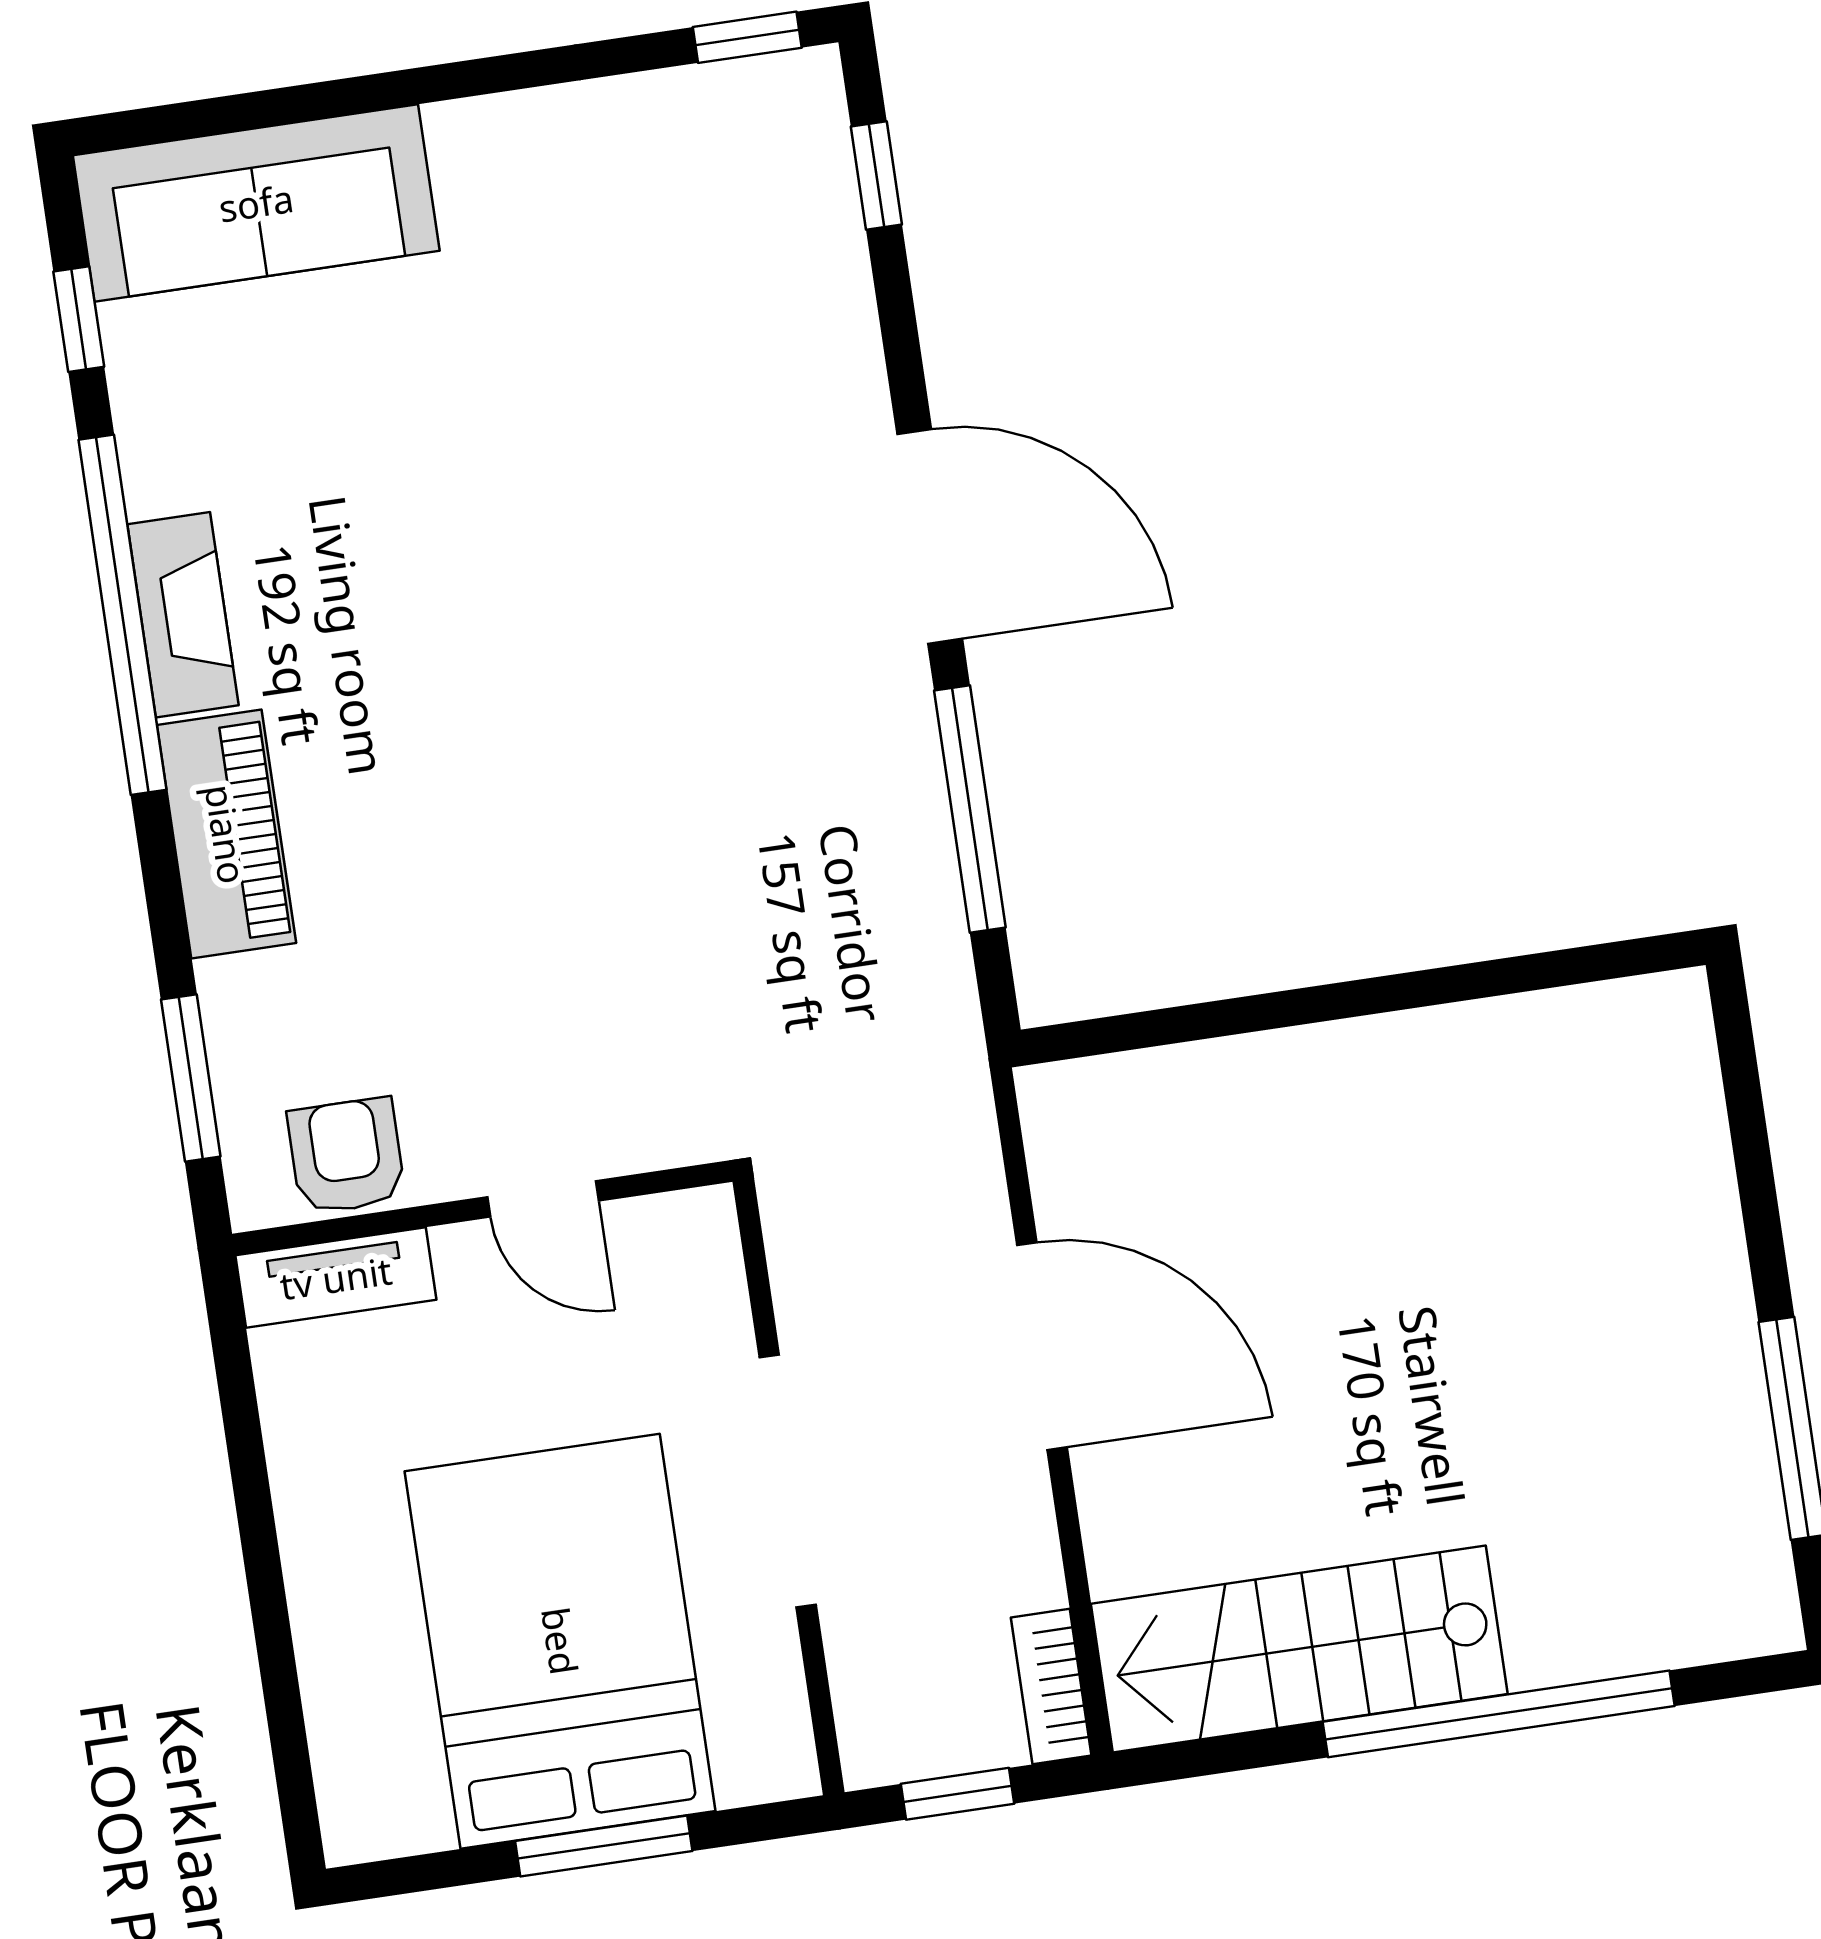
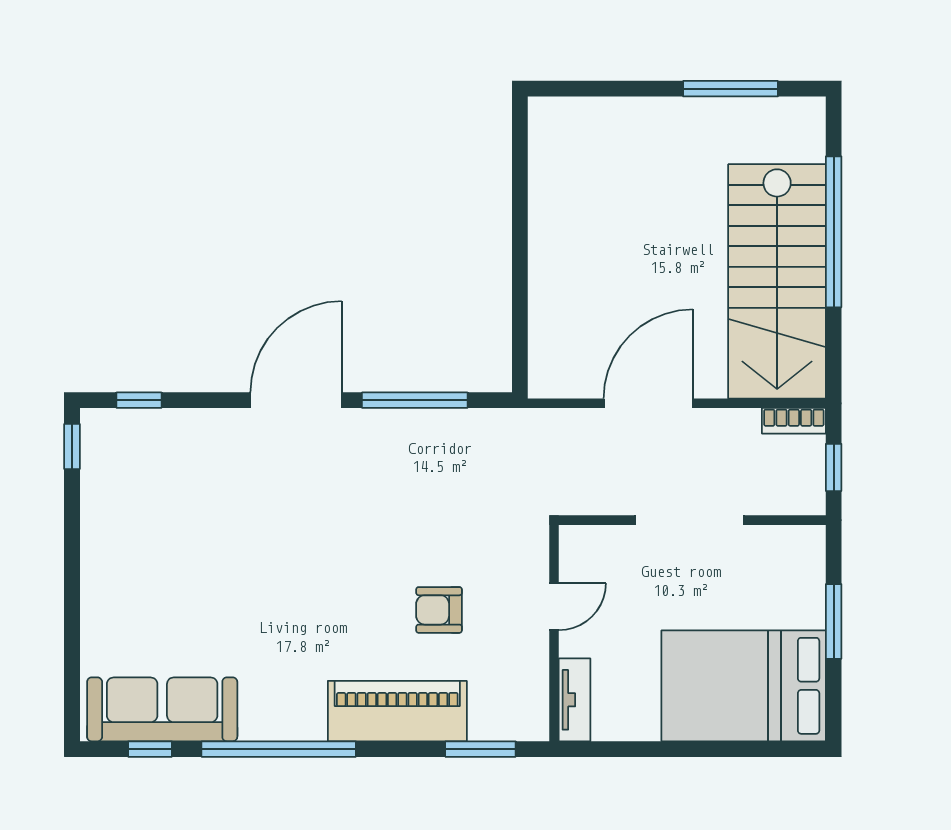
sofa: (256, 203) -> (162, 709), moved, turned -90
fireplace: (183, 615) -> (283, 723), removed
piano: (226, 834) -> (397, 711), width x1.37, depth x1.33
armchair: (346, 1156) -> (439, 610), moved
bed: (560, 1641) -> (744, 686), moved
stairs: (1299, 1649) -> (777, 281), width x1.36, depth x1.51

